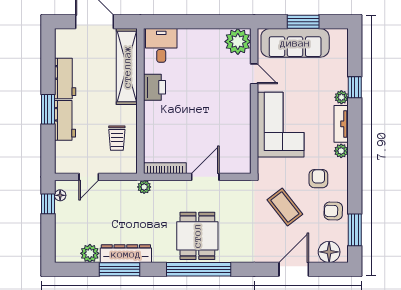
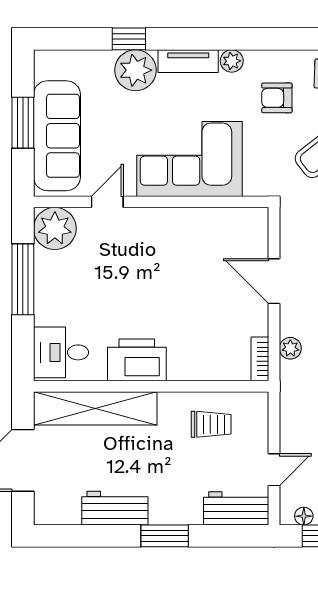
window: (206, 22) -> (23, 279), added
printer: (155, 87) -> (137, 360), width x1.37, depth x1.19
plant: (341, 97) -> (135, 70), width x1.87, depth x1.87
workbench: (65, 120) -> (236, 508), moved
bookcase: (165, 168) -> (260, 359), width x0.64
door: (89, 177) -> (274, 470), hinge flipped
plant: (144, 187) -> (290, 348), moved

